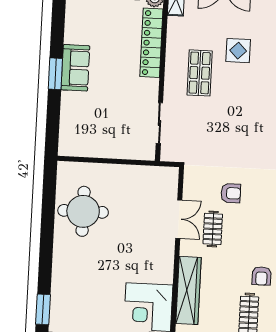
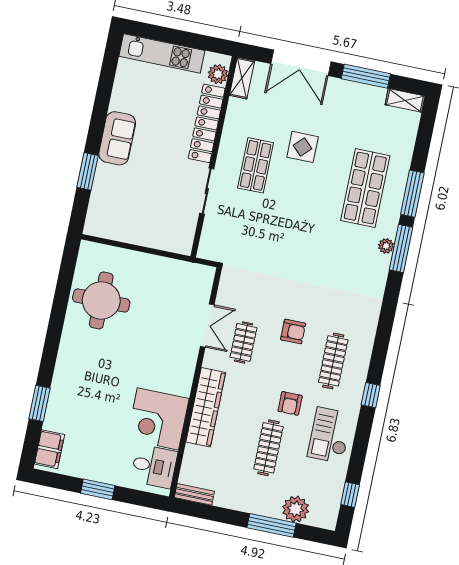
window: (55, 74) -> (88, 171), moved
sliding door: (159, 123) -> (207, 191), moved
armchair: (231, 193) -> (293, 331), moved

